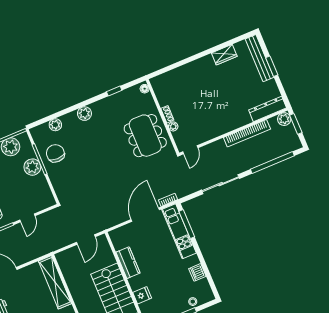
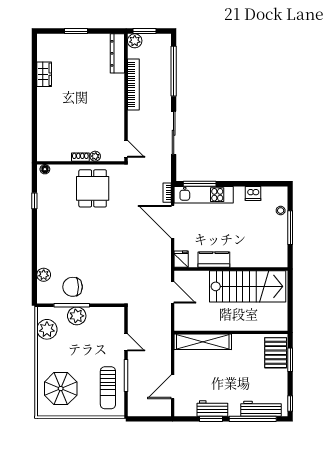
bench: (259, 58) -> (63, 40), removed
plant: (84, 114) -> (45, 241), removed
dining table: (145, 136) -> (93, 188), width x0.73
fridge: (142, 295) -> (181, 259), moved

